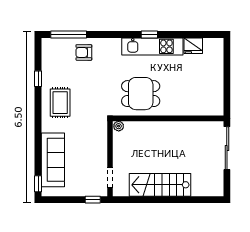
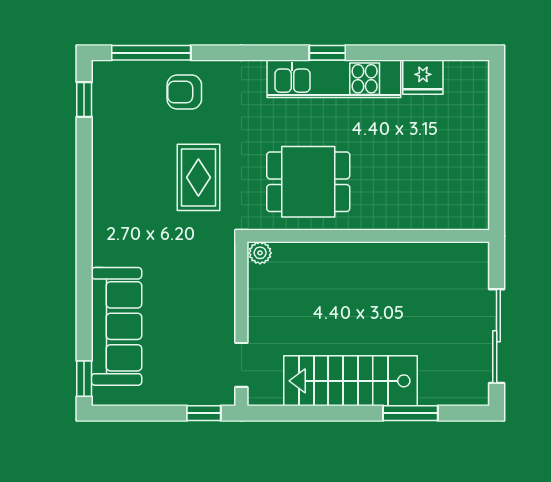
window: (38, 79) -> (84, 99), moved
rug: (60, 103) -> (198, 177), moved
sliding door: (227, 148) -> (497, 336), moved
window: (187, 200) -> (410, 413), added

